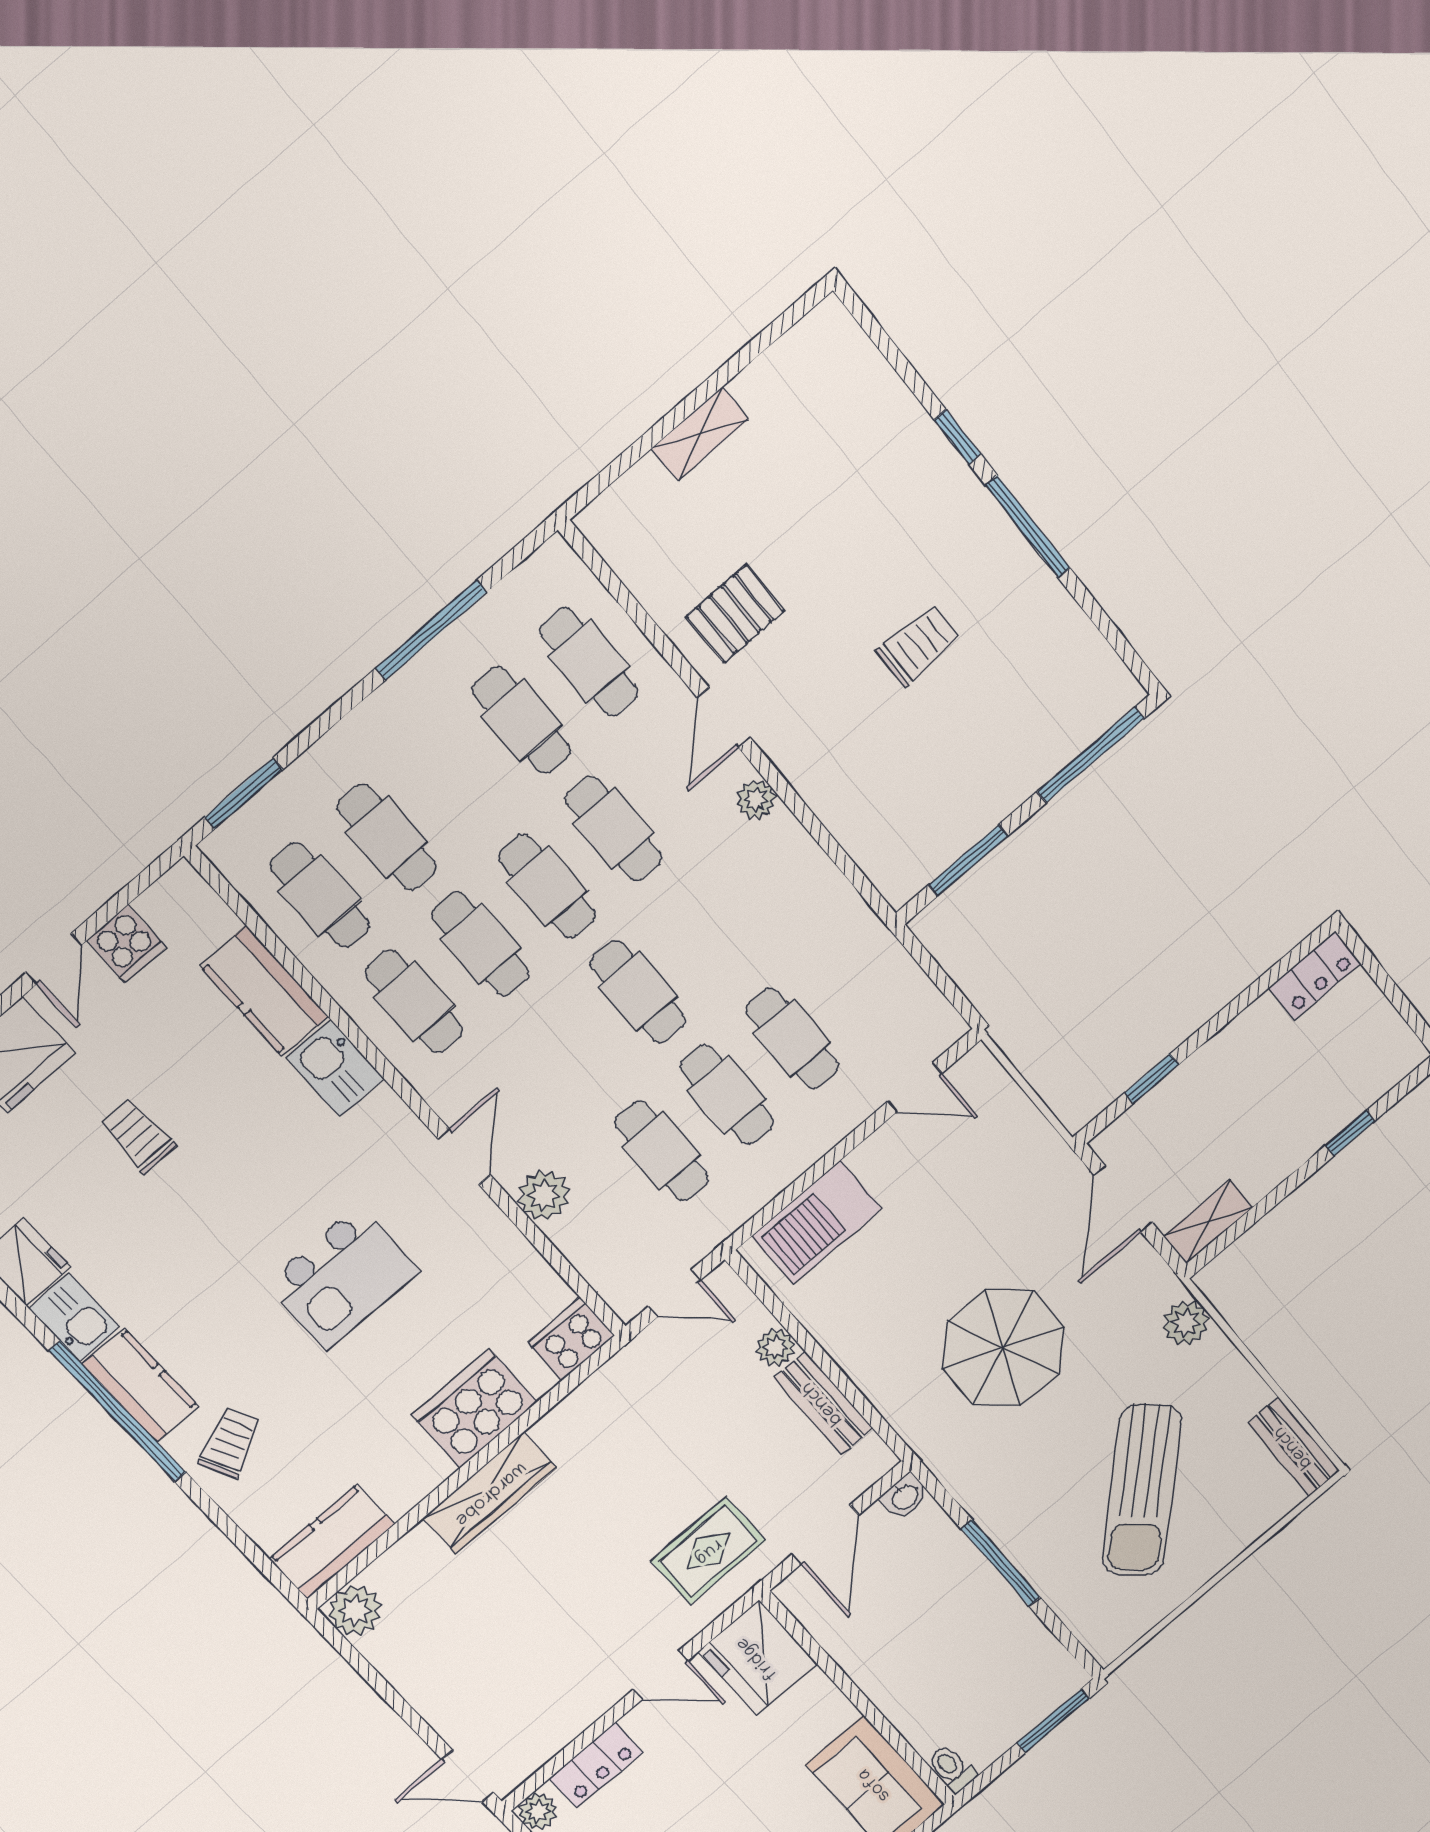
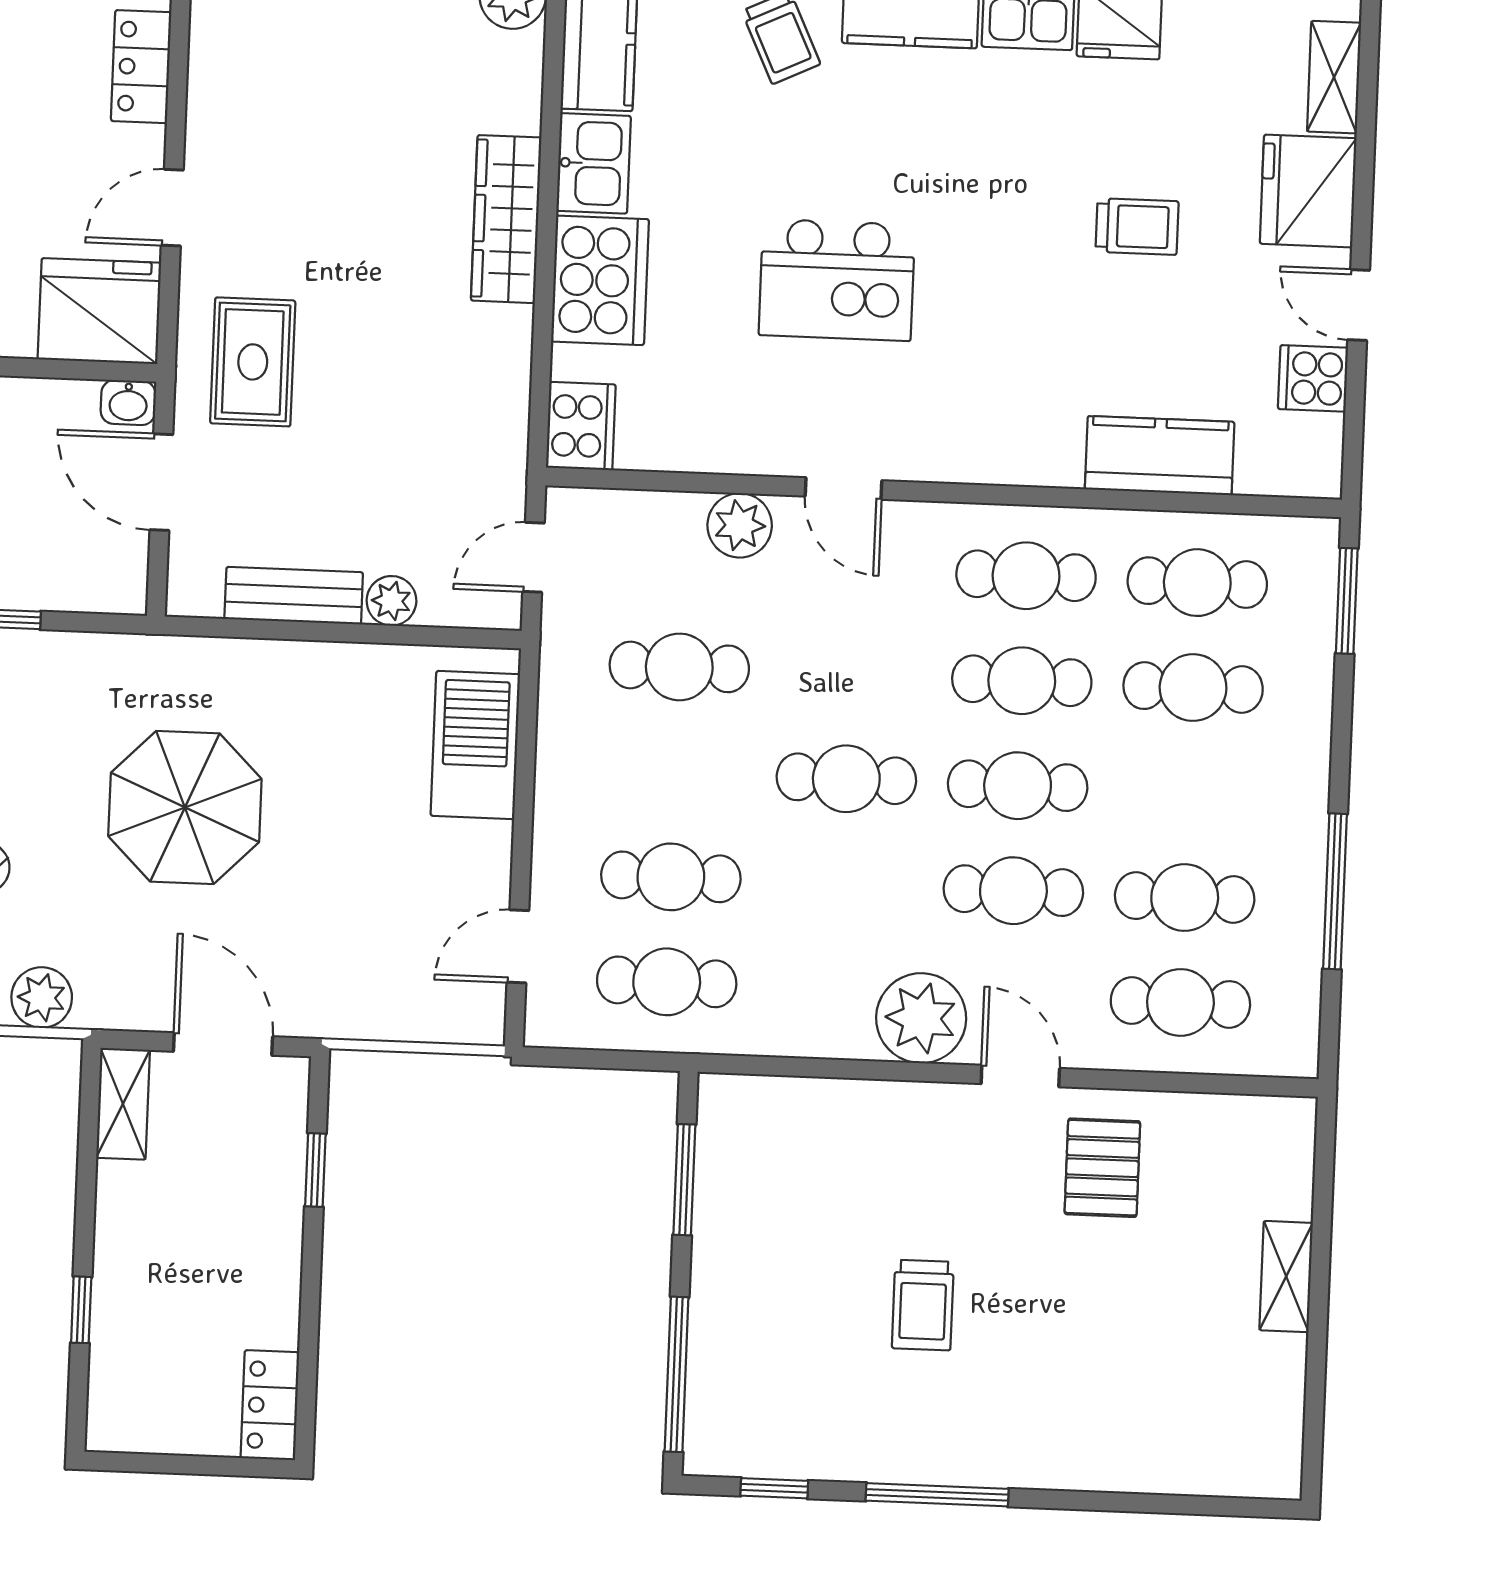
window: (958, 437) -> (774, 1488), moved
plant: (756, 800) -> (921, 1018), width x1.88, depth x1.88
kitchen sink: (335, 1068) -> (594, 163), moved, turned 90
cafe table: (727, 1095) -> (667, 982), moved
kitchen island: (343, 1277) -> (837, 280), turned -90
washbasin: (905, 1497) -> (128, 403), moved, turned -90

